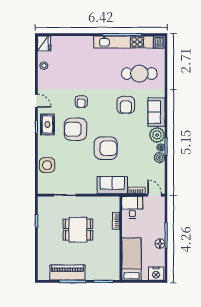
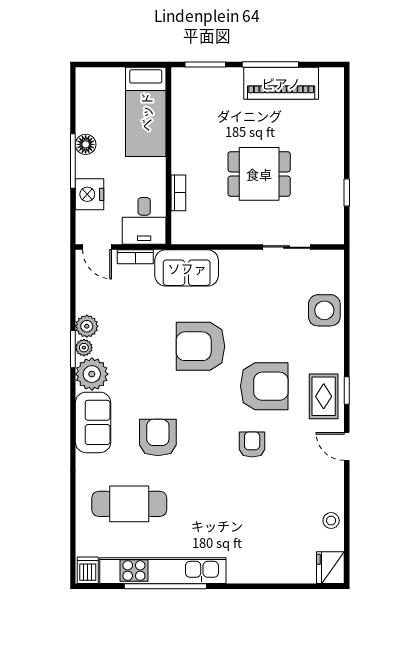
nightstand: (156, 274) -> (90, 194), moved, turned -90

